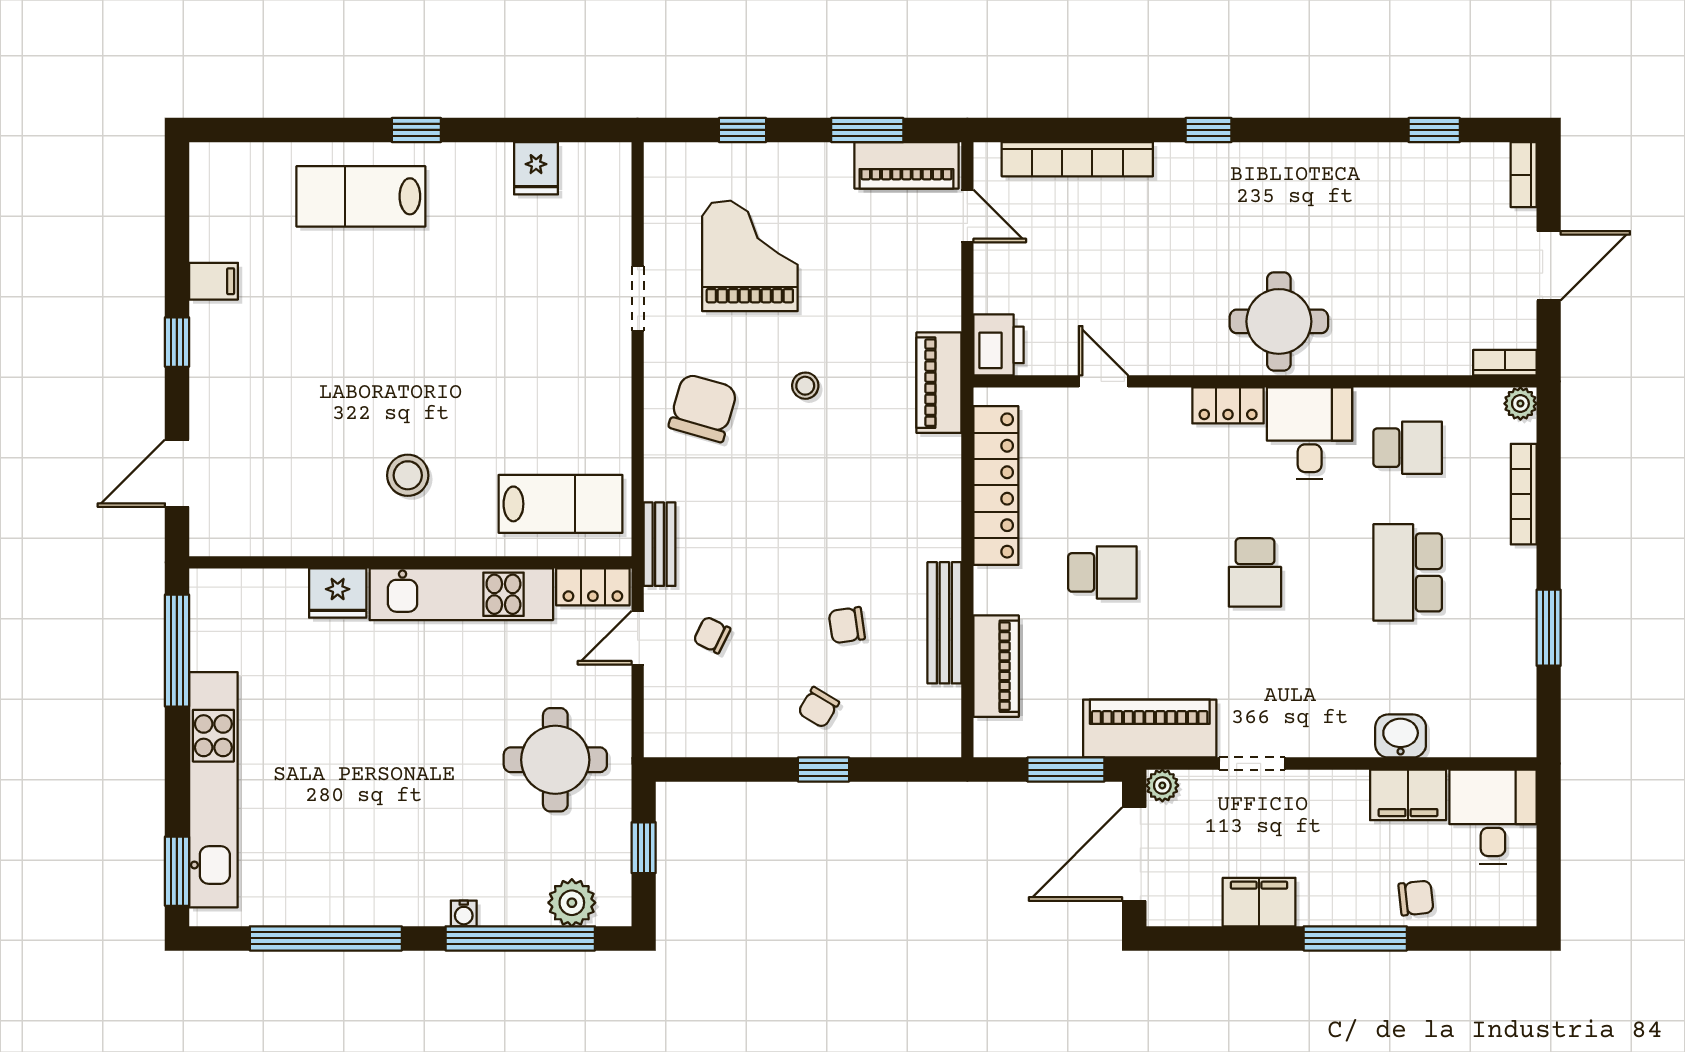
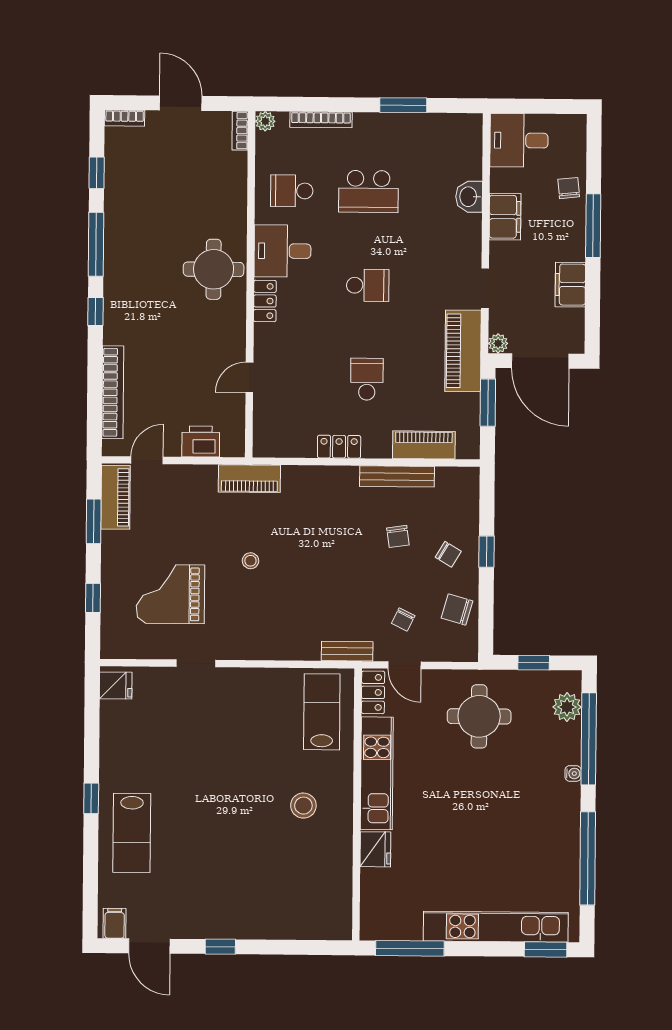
window: (1318, 130) -> (96, 244), added
fridge: (536, 168) -> (116, 686), moved
filing cabinet: (214, 281) -> (115, 923), moved
printer: (999, 345) -> (201, 441), moved
chair: (703, 408) -> (457, 610), moved, width x0.73, depth x0.73
school desk: (1408, 448) -> (292, 191), turned -90
door: (177, 473) -> (149, 946), moved
locker: (996, 485) -> (339, 447), width x0.46, depth x0.83
filing cabinet: (1408, 795) -> (505, 217), moved

